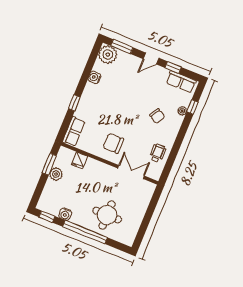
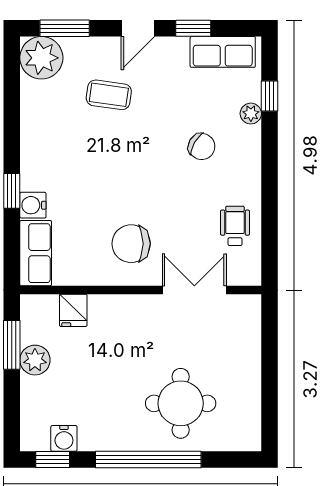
water cooler: (95, 77) -> (33, 205), moved
coffee table: (129, 80) -> (109, 95), added
water cooler: (65, 214) -> (64, 438), moved

